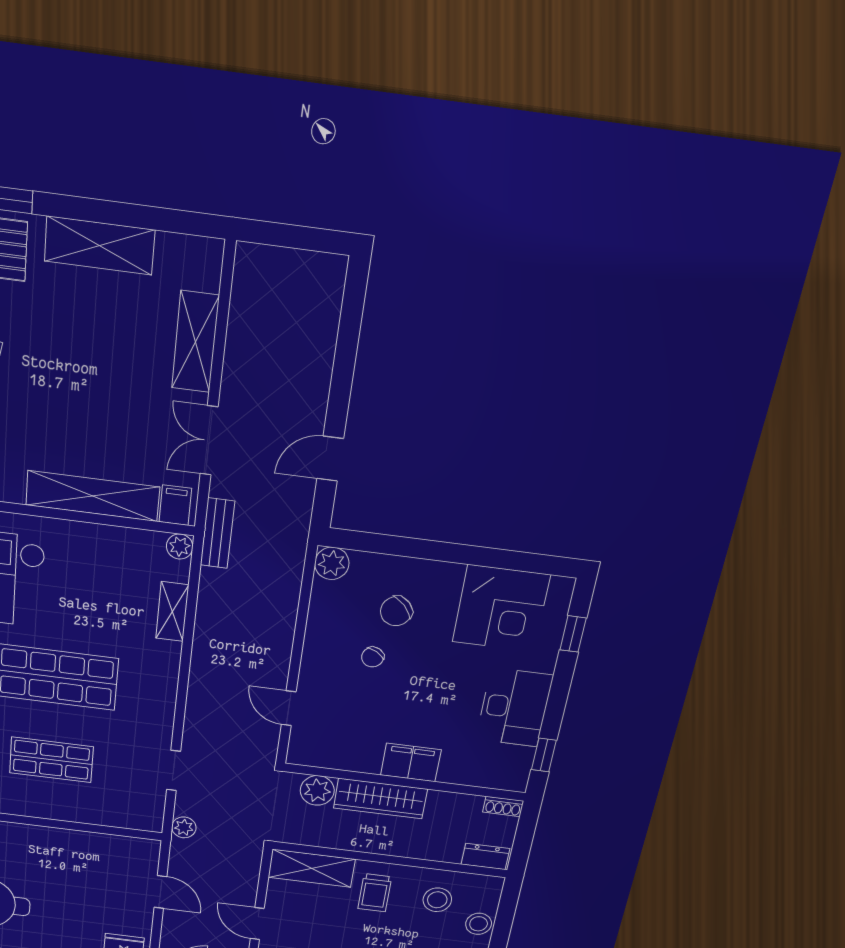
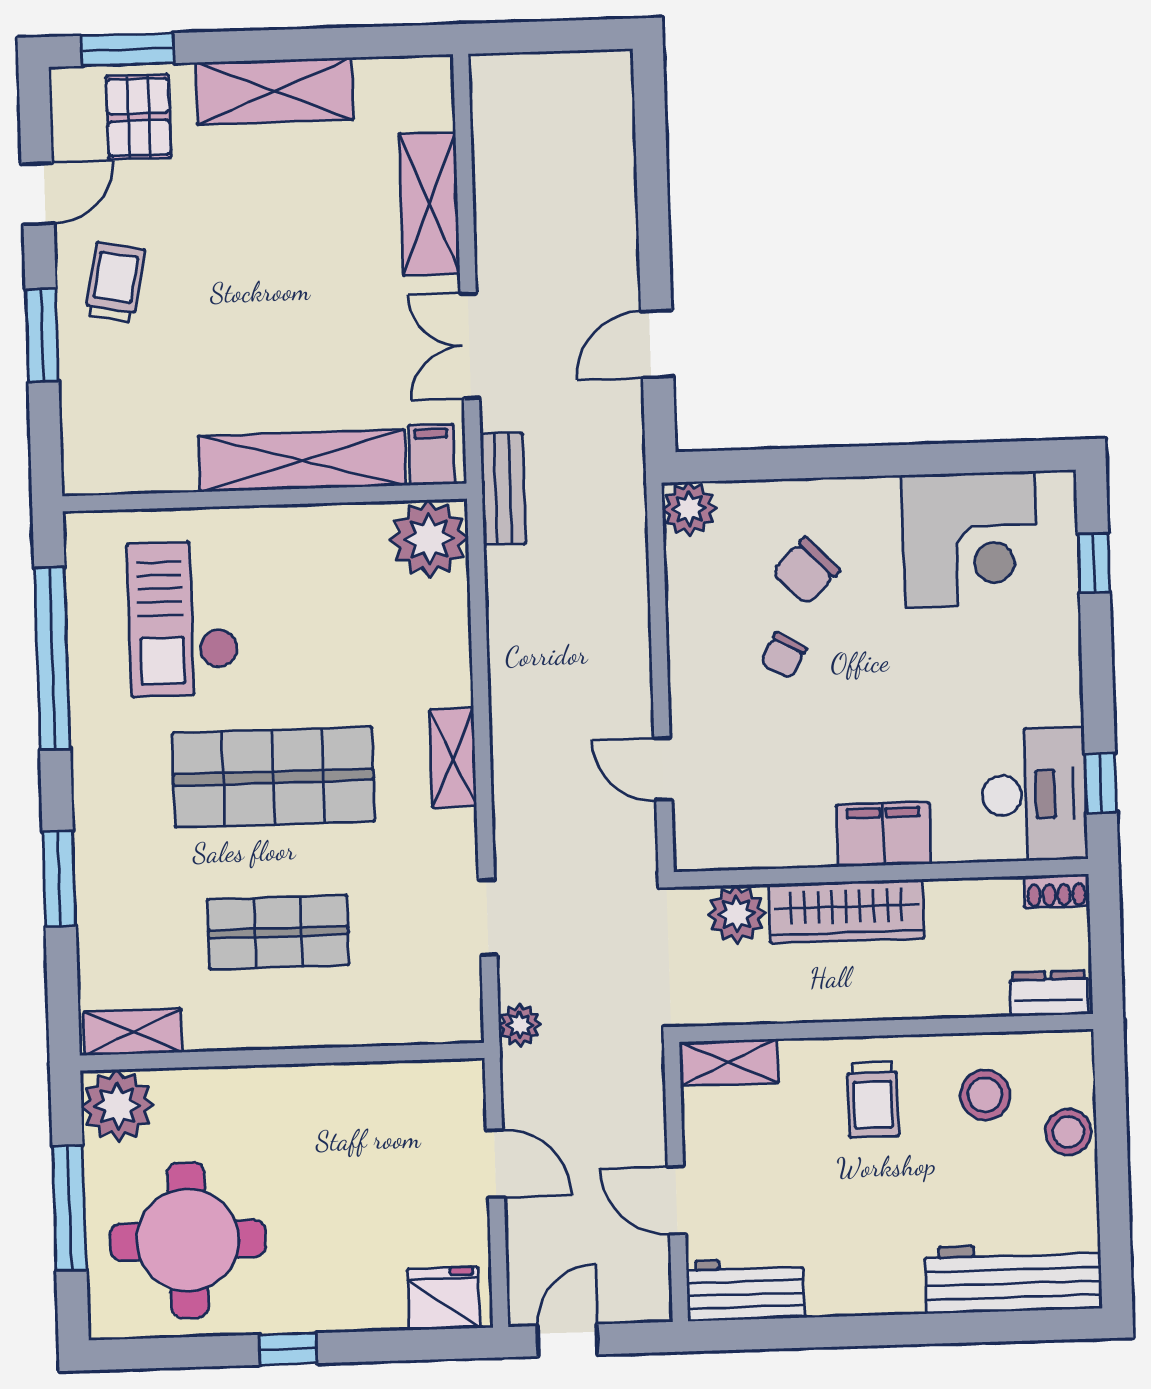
plant: (180, 547) -> (429, 539), width x1.88, depth x1.88
shelving: (172, 612) -> (453, 758), moved
desk: (514, 707) -> (1034, 795), moved
shelving: (312, 868) -> (729, 1062), width x0.67, depth x0.75

